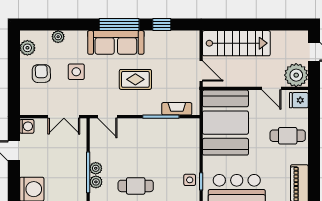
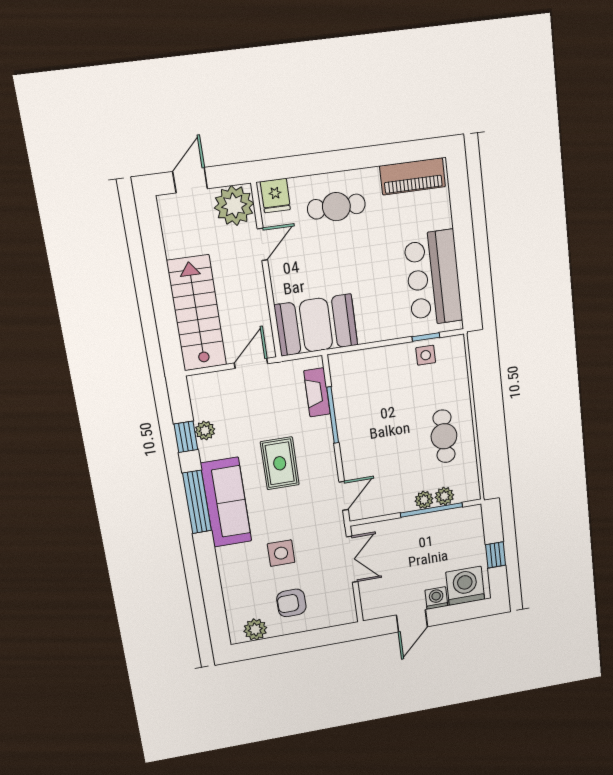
plant: (58, 37) -> (205, 431), moved
booth: (225, 123) -> (316, 325), width x0.73, depth x0.70
washing machine: (27, 126) -> (436, 598), moved
cafe table: (288, 136) -> (336, 207), turned 90

